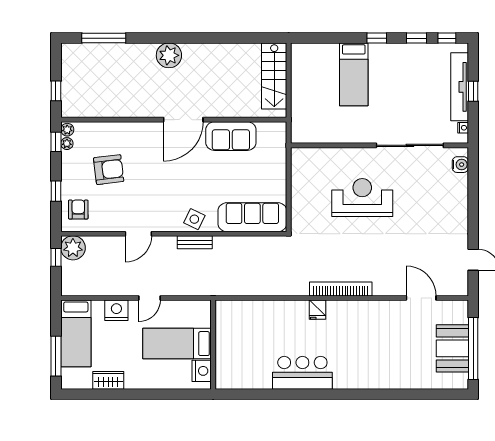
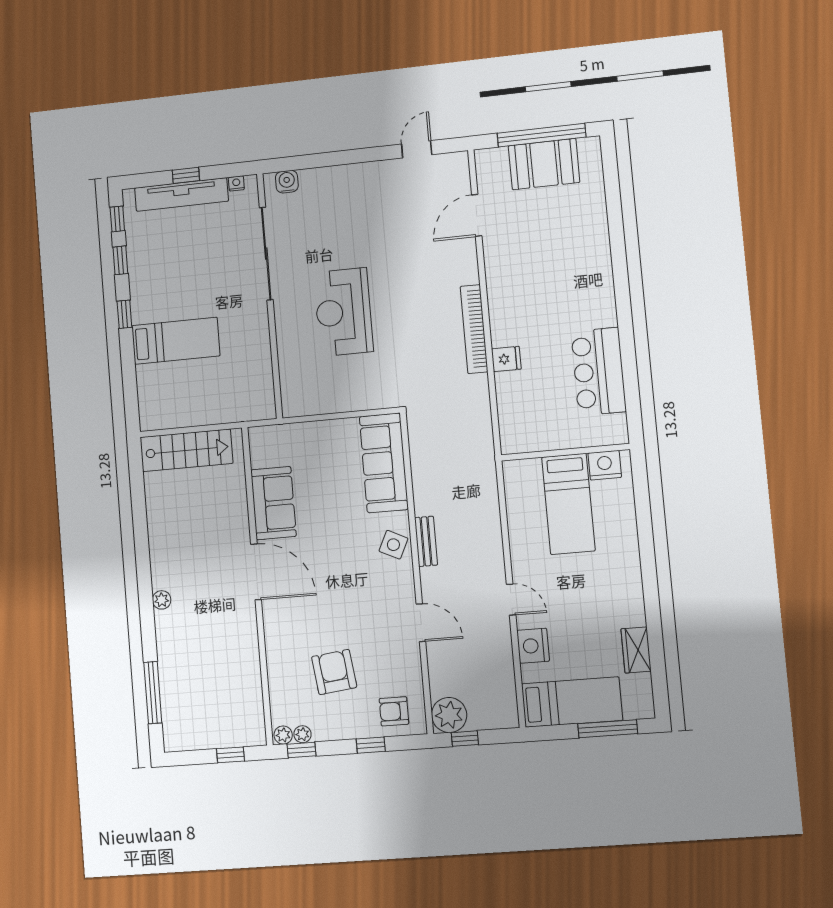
plant: (169, 55) -> (162, 600), width x0.53, depth x0.53
bed: (177, 344) -> (568, 504), moved
wall: (213, 345) -> (565, 452), moved
nightstand: (202, 371) -> (605, 465), moved

